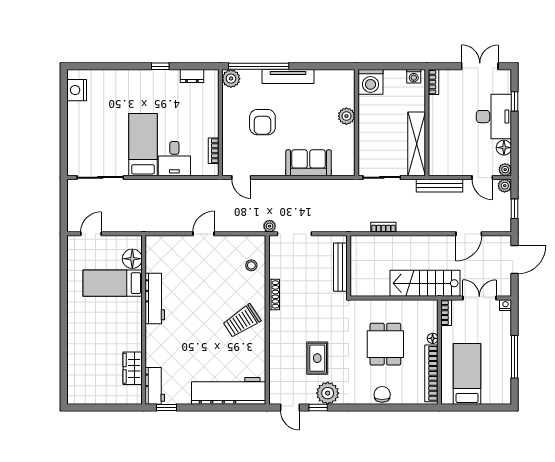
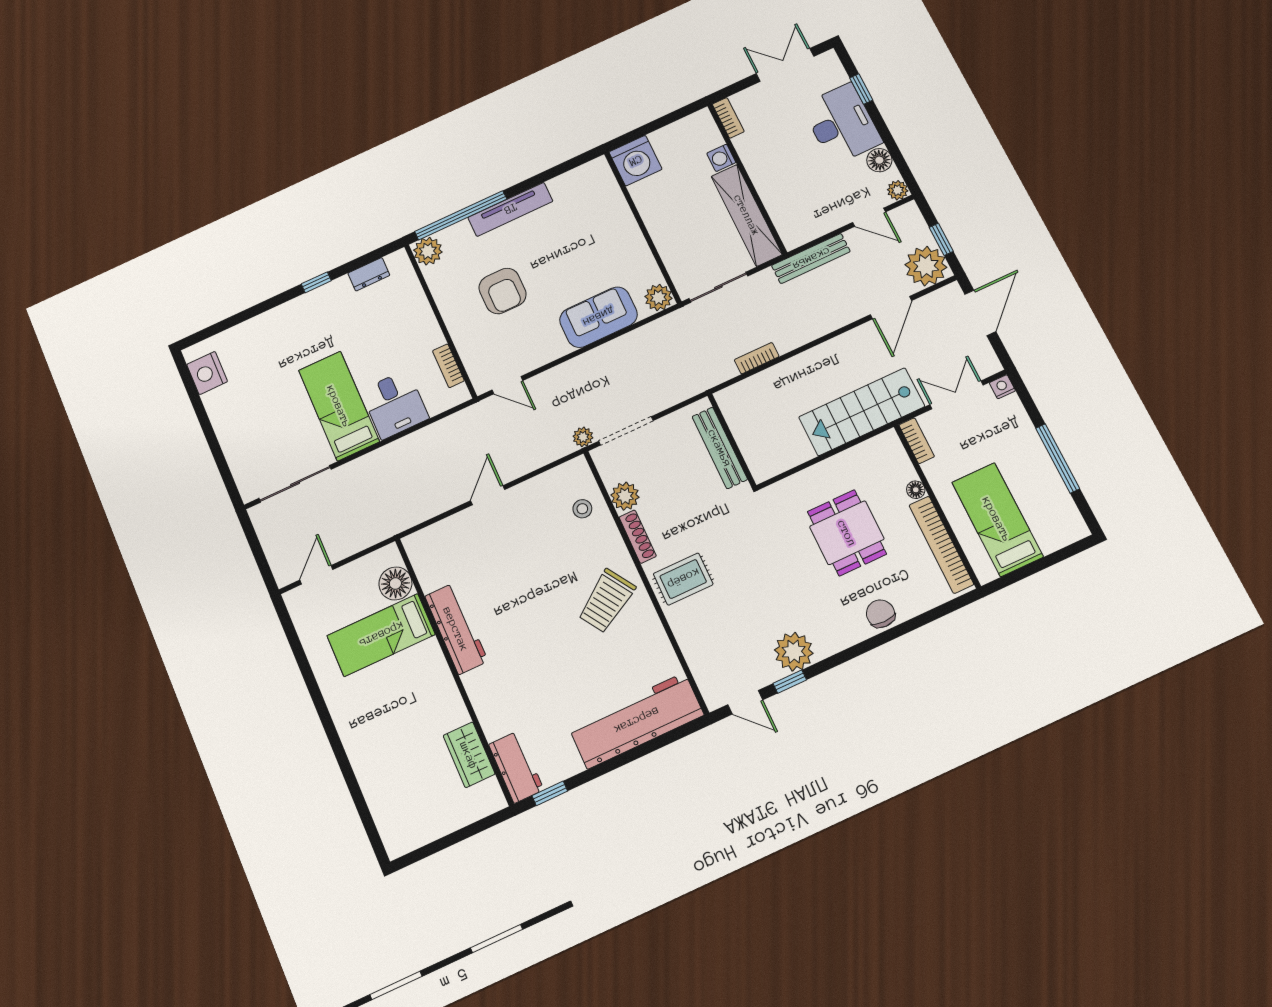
washing machine: (414, 76) -> (721, 158), moved, turned 90
plant: (346, 116) -> (658, 297), moved
plant: (505, 186) -> (926, 266), moved, width x1.88, depth x1.88
plant: (277, 269) -> (625, 496), added
rug: (317, 358) -> (683, 579), moved, turned 90

